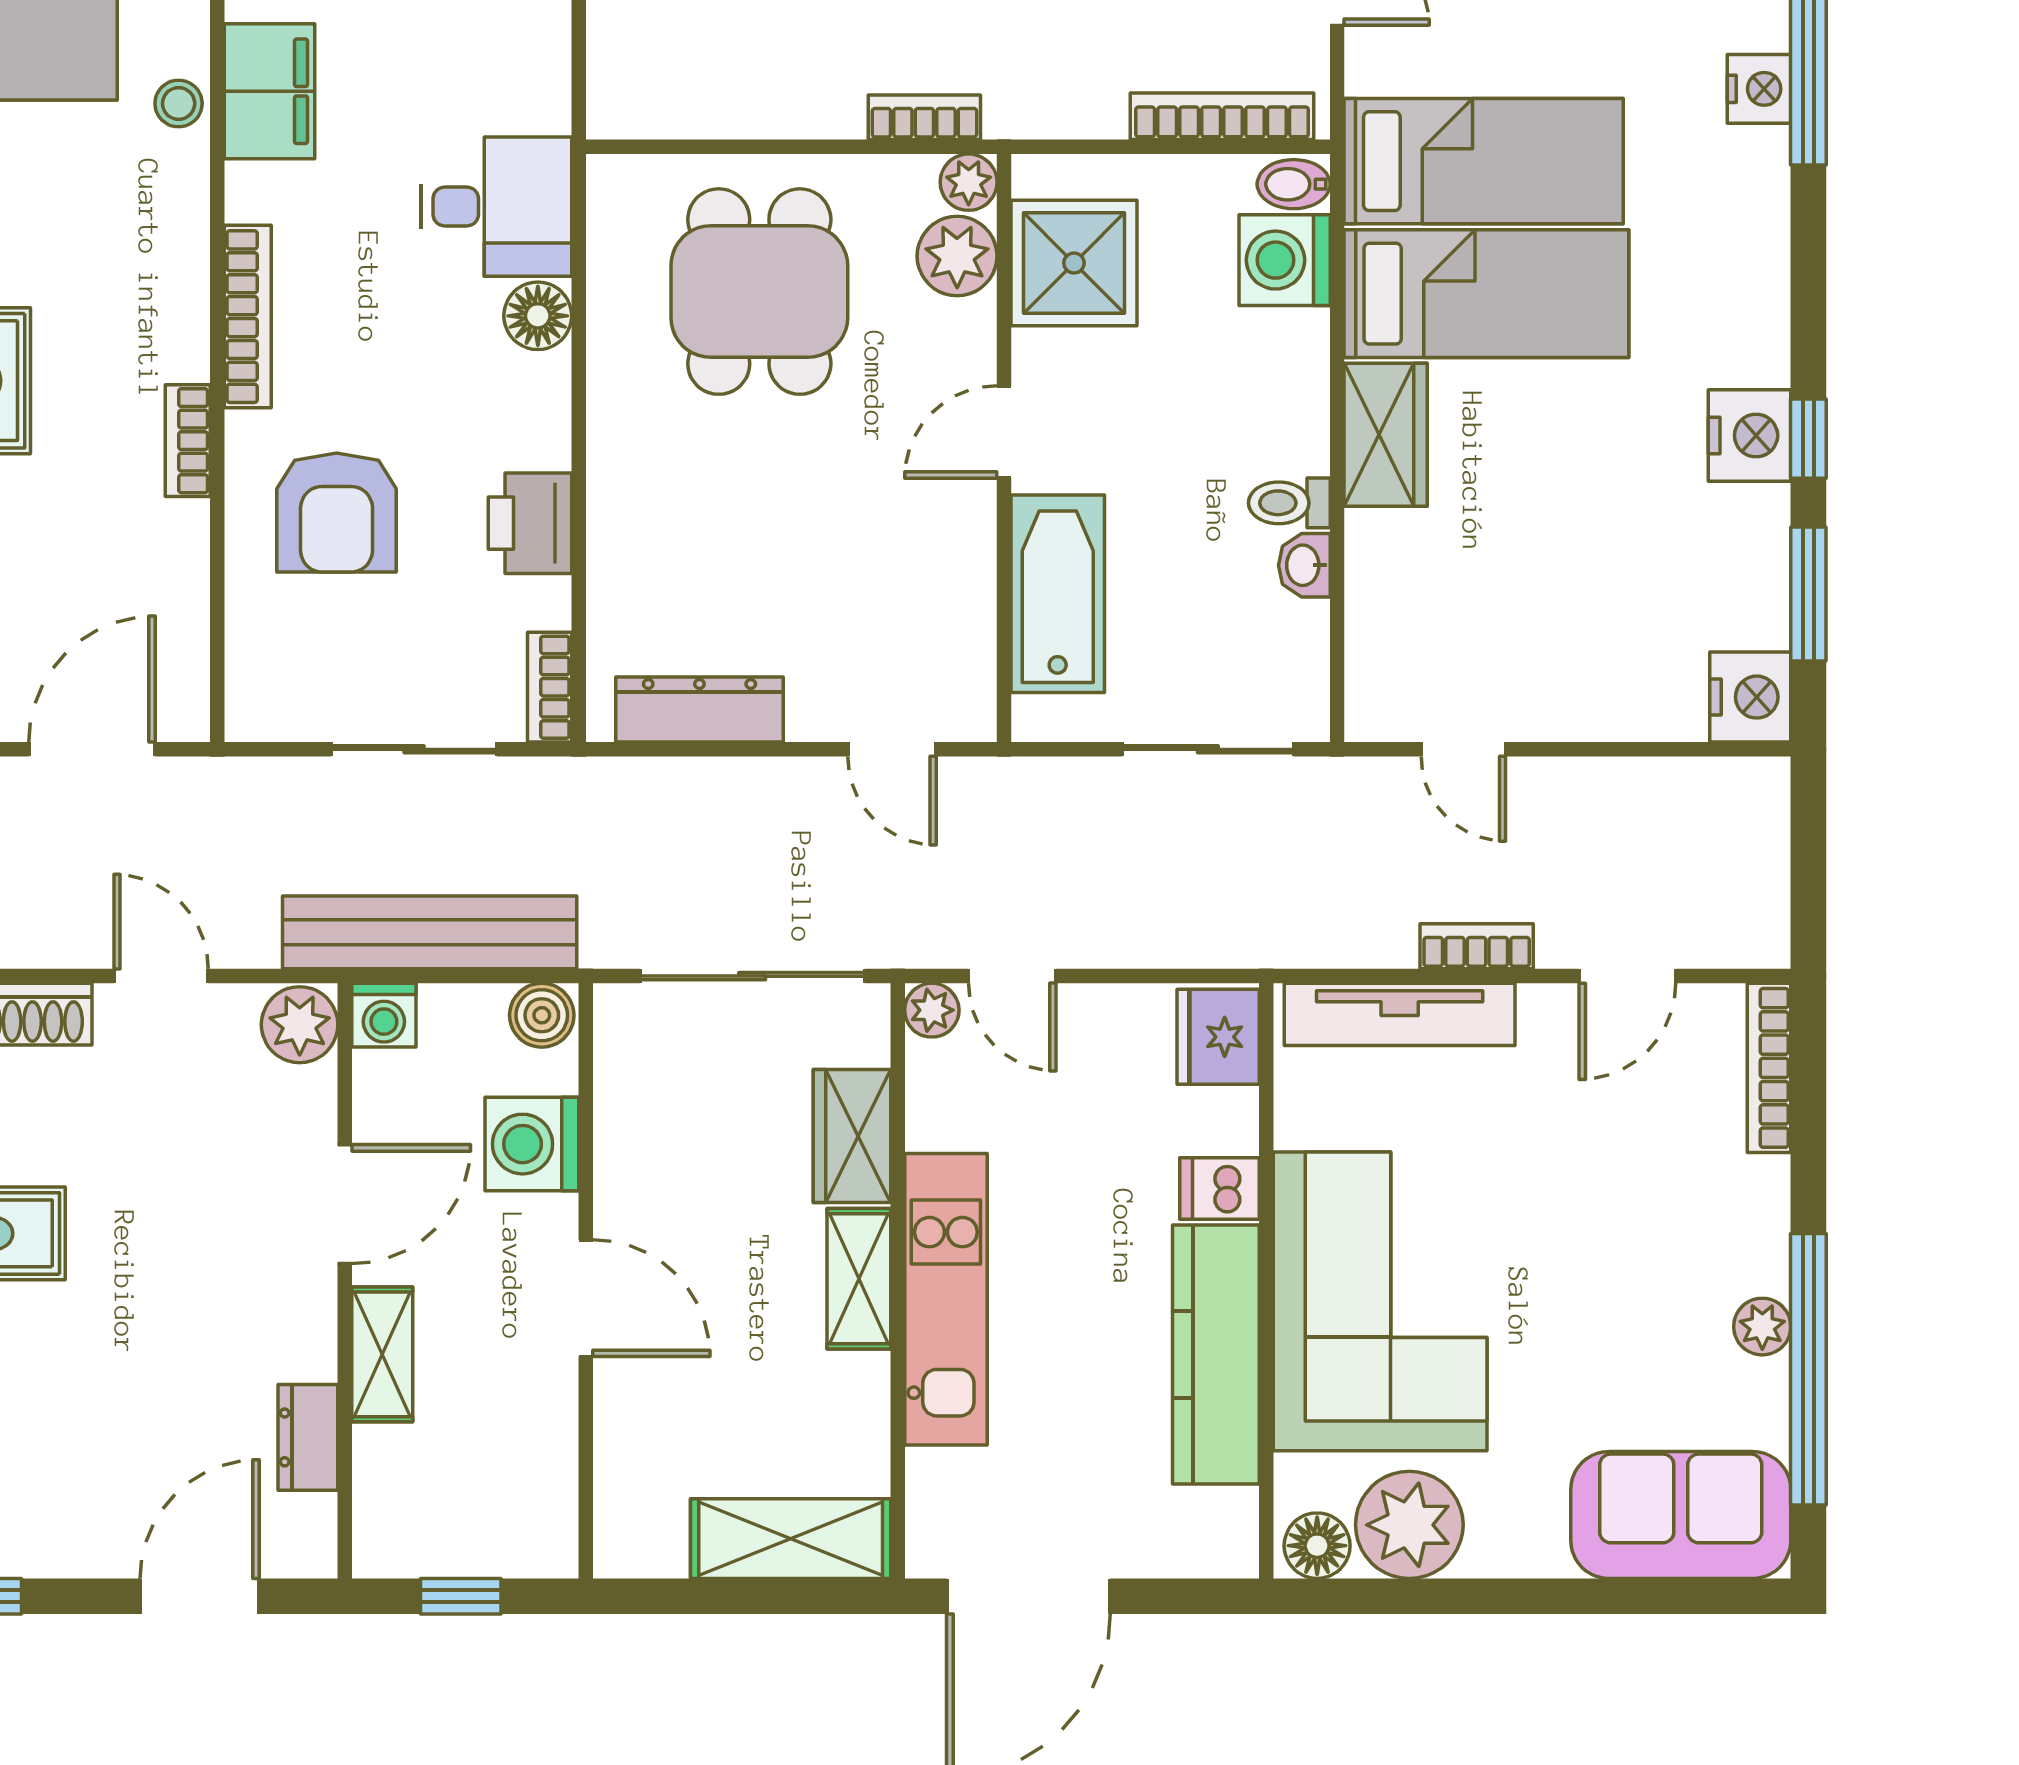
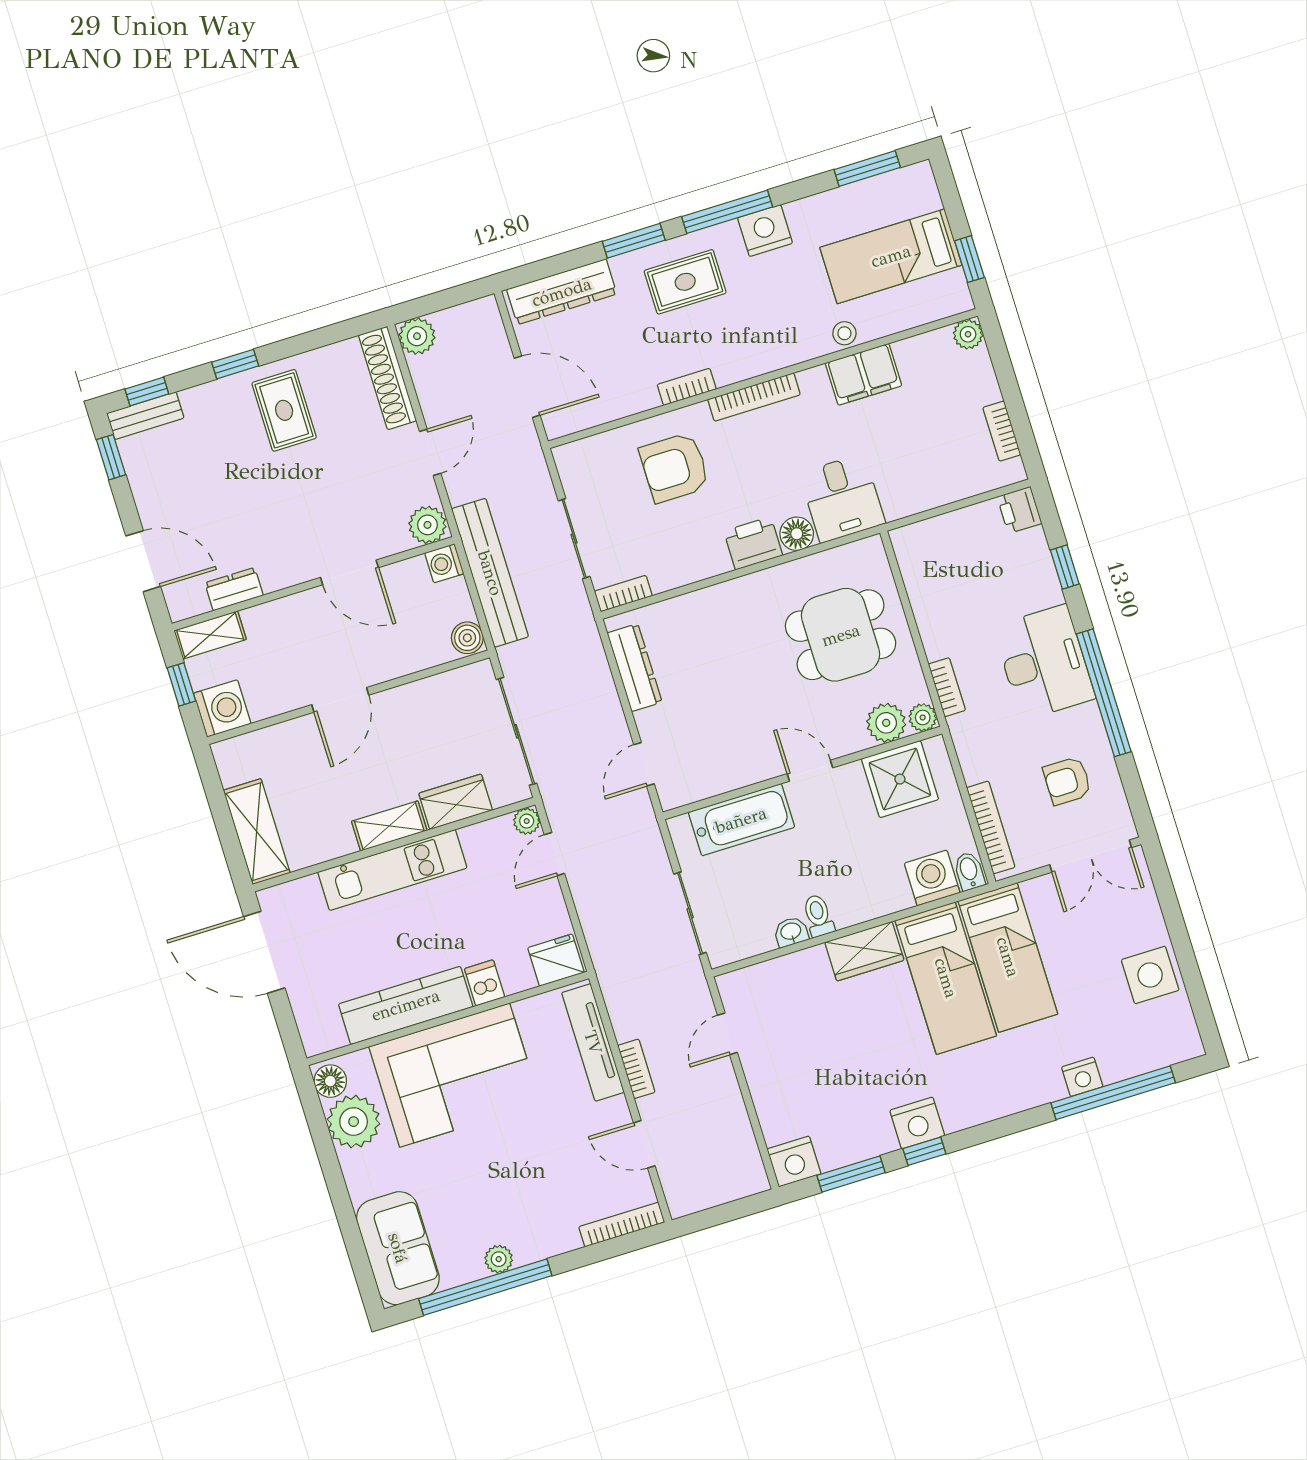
printer: (530, 523) -> (753, 543), moved
washing machine: (532, 1144) -> (222, 709), moved, turned 90
shelving: (382, 1354) -> (210, 635), moved

